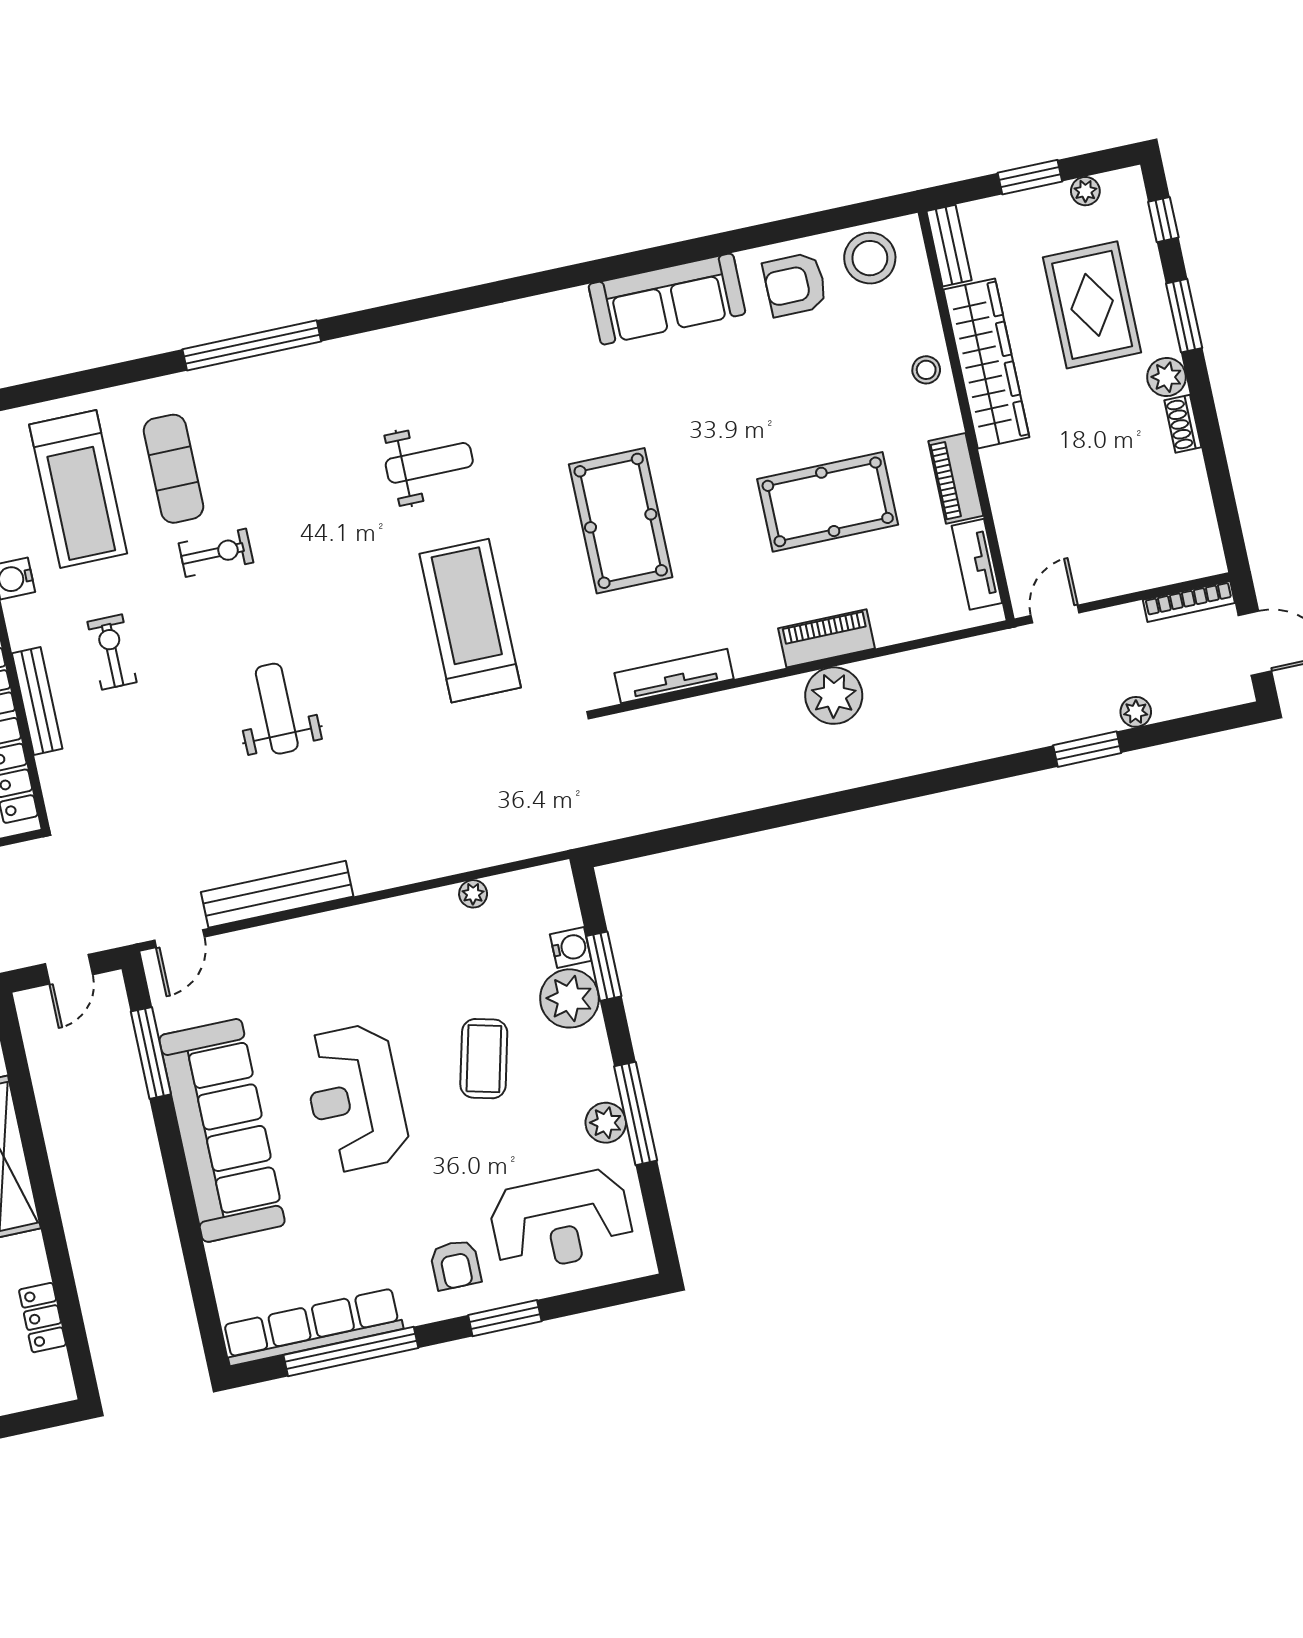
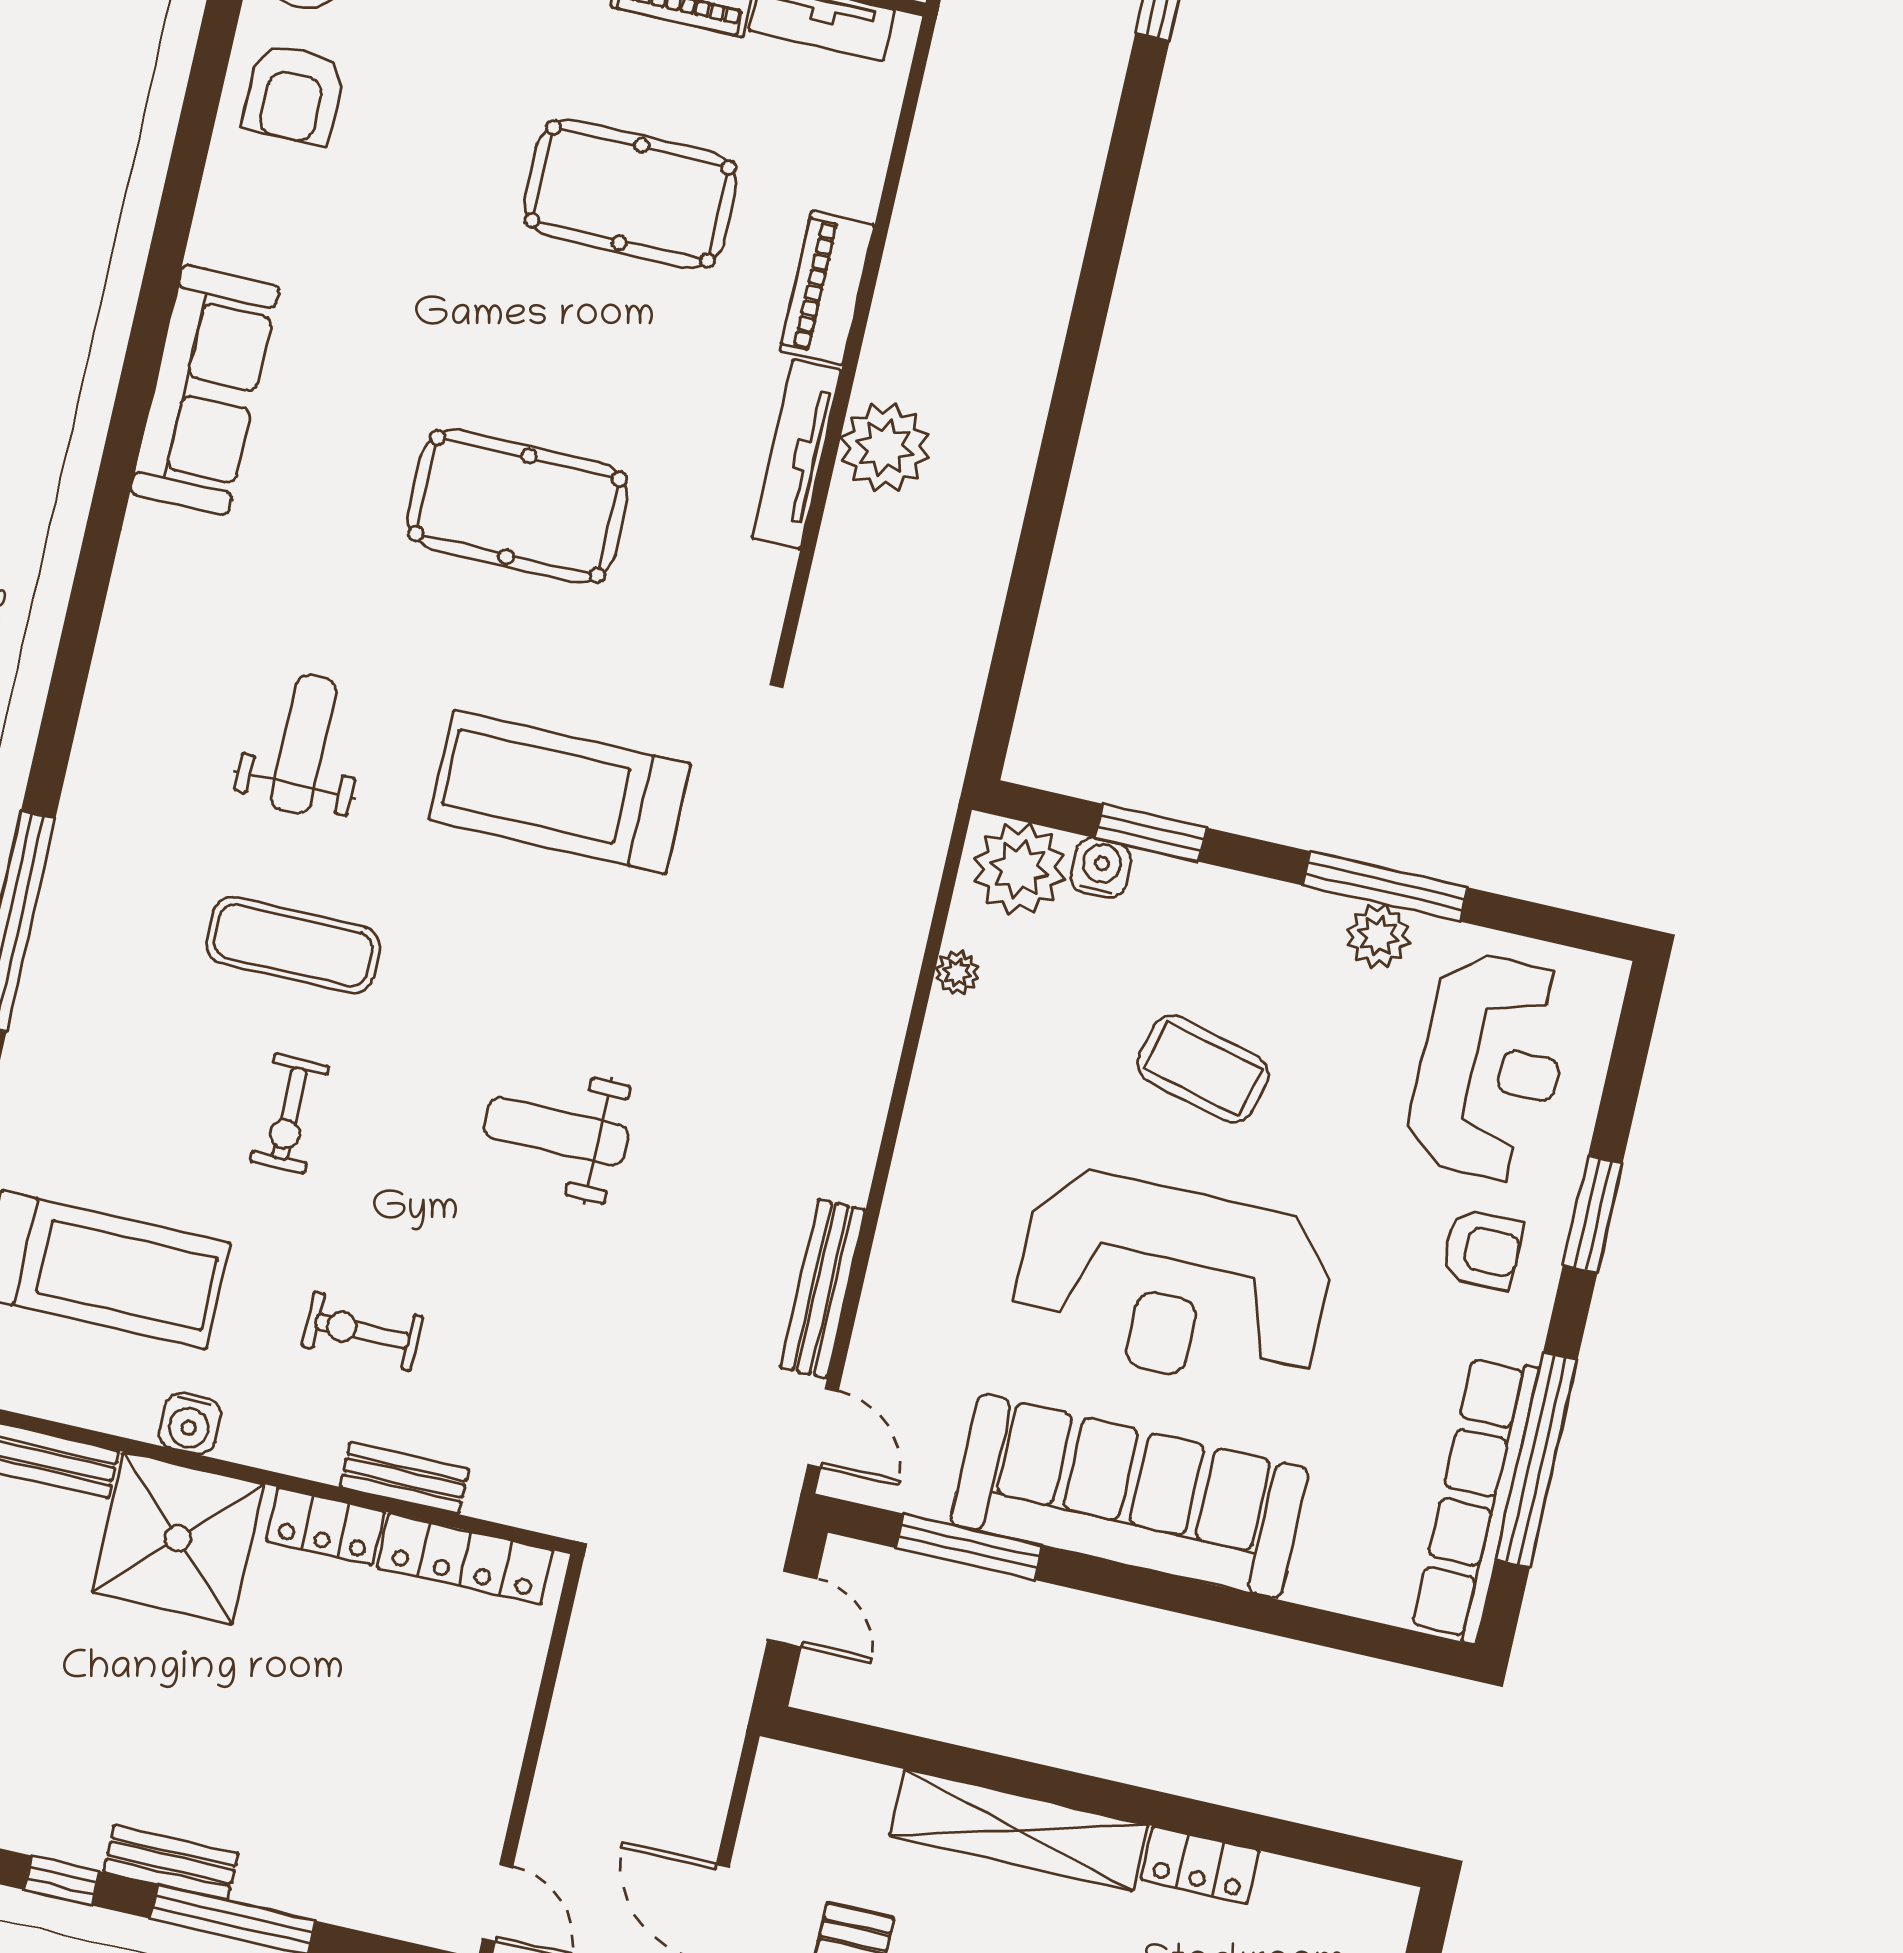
sofa: (667, 299) -> (205, 390), moved
exercise mat: (173, 469) -> (293, 945), moved
pool table: (828, 502) -> (630, 194), turned 90
exercise bike: (216, 553) -> (289, 1114), turned 180
tv unit: (674, 676) -> (797, 454), moved
plant: (834, 696) -> (885, 447), moved
bench: (37, 701) -> (404, 1478), width x0.73
bench: (277, 894) -> (823, 1289), width x0.73, depth x0.82
plant: (570, 998) -> (1019, 869), moved
reception desk: (355, 1098) -> (1173, 1282), width x1.36, depth x1.30
locker: (42, 1318) -> (1200, 1865), moved

